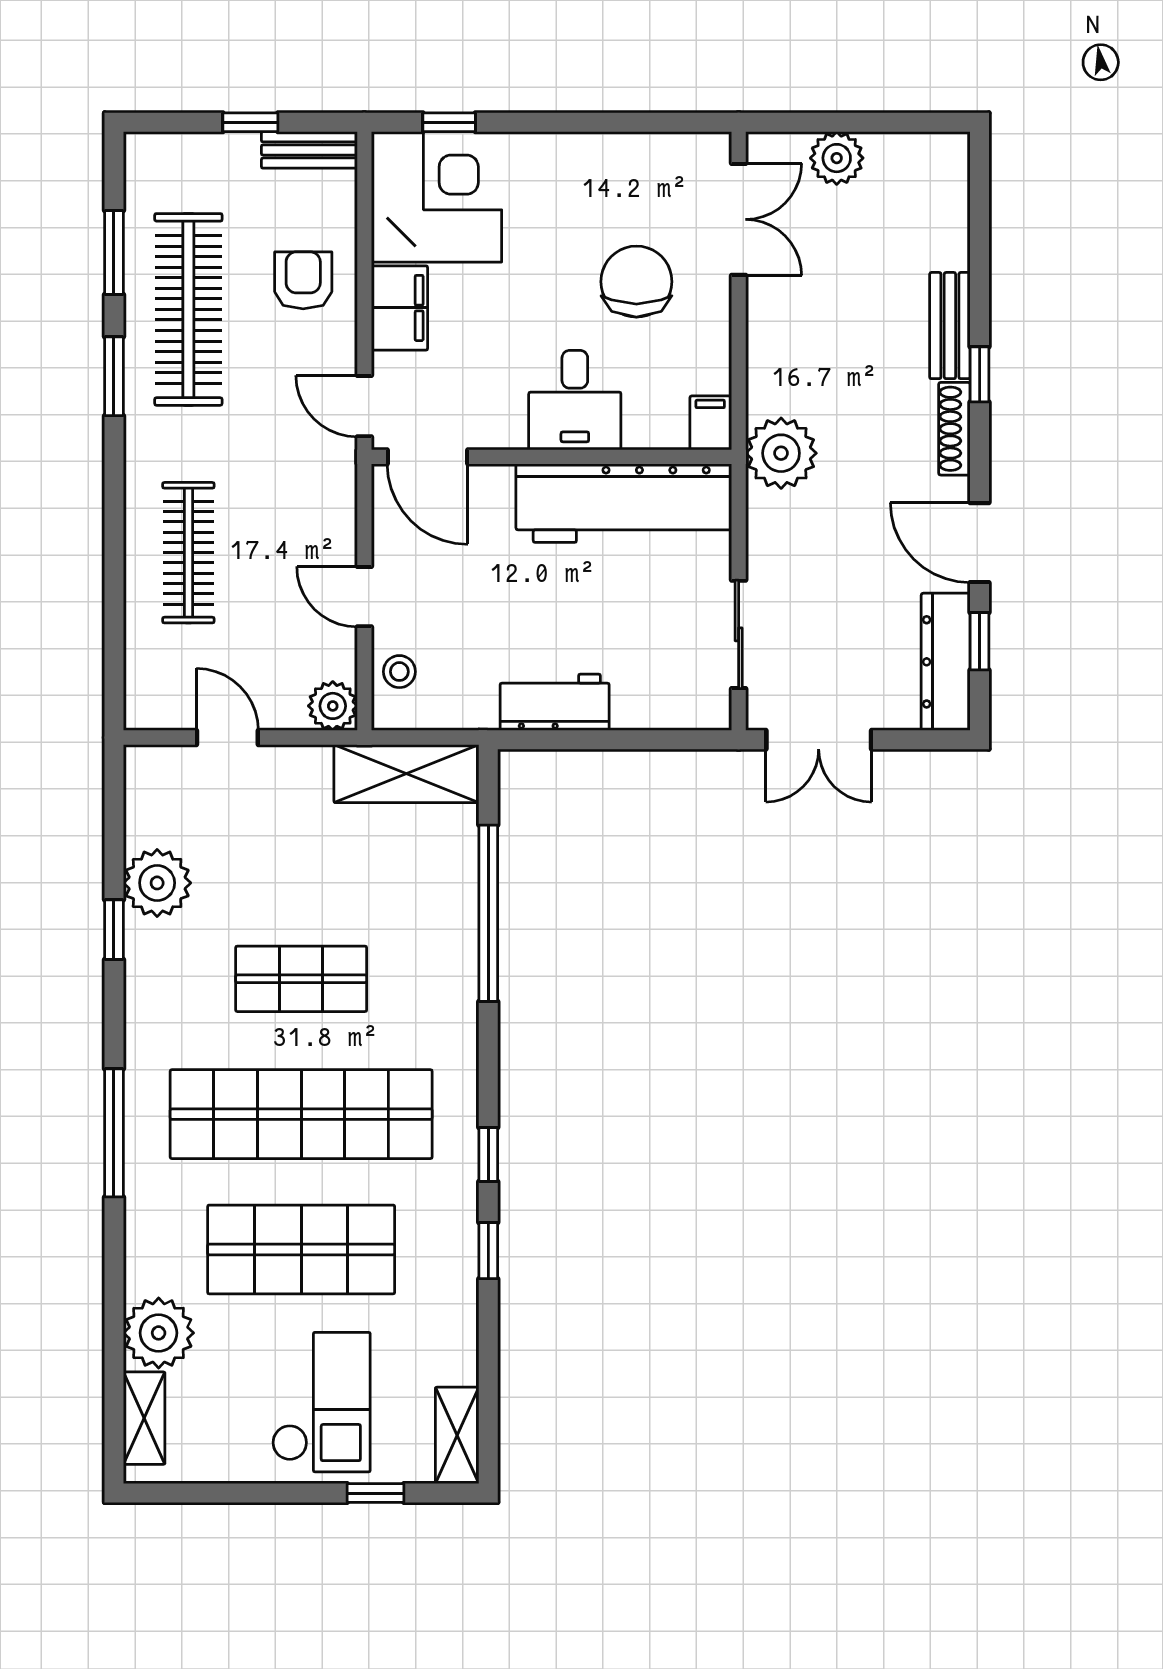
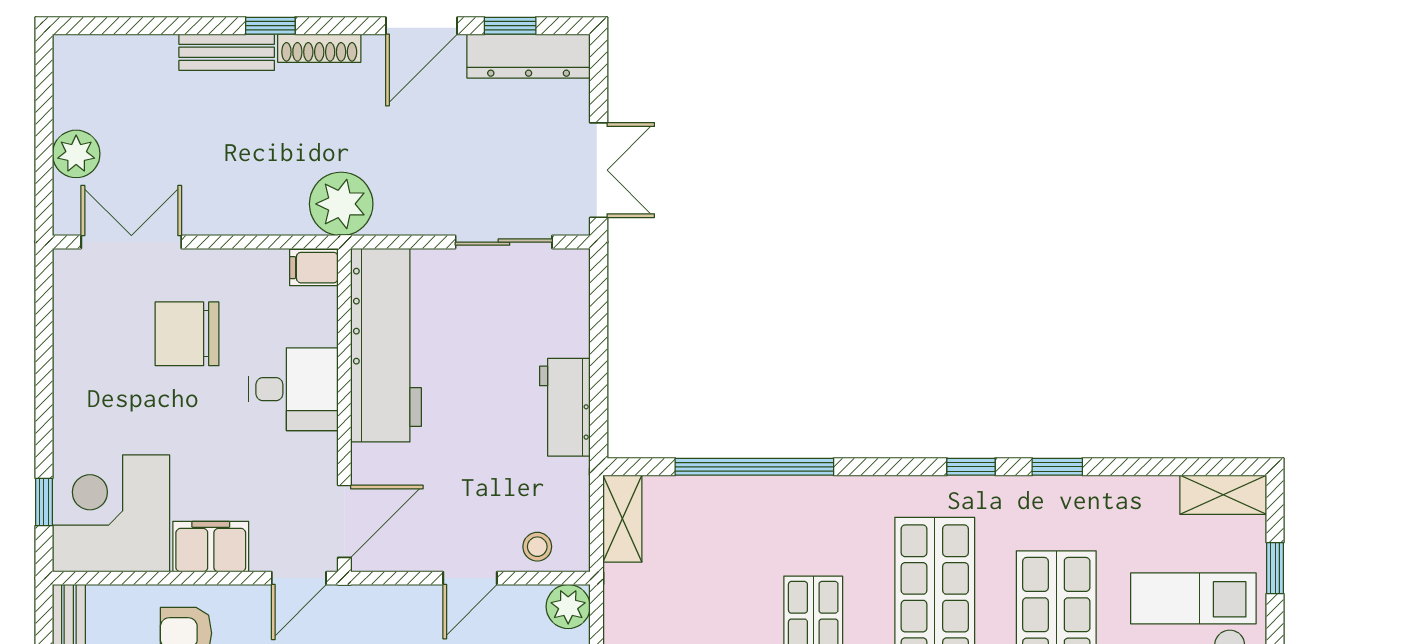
shelving: (406, 774) -> (622, 519), width x0.67, depth x0.75

